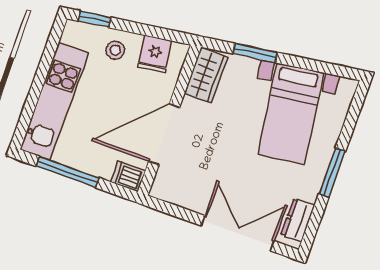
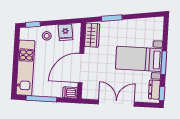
bed with nightstands: (291, 114) -> (139, 59), moved, turned 98
double door: (238, 233) -> (116, 103), moved
window: (310, 233) -> (162, 94), added

